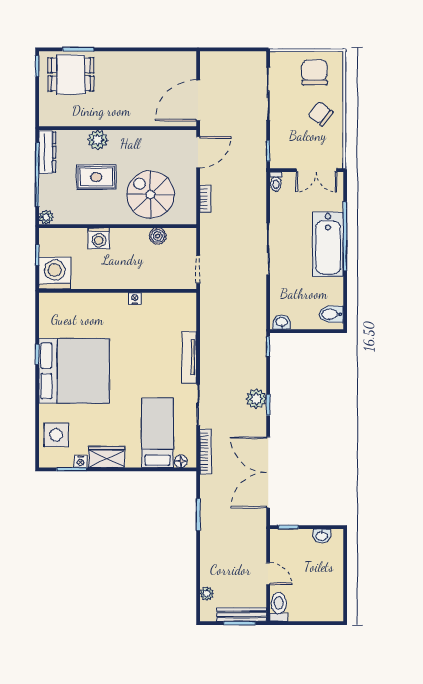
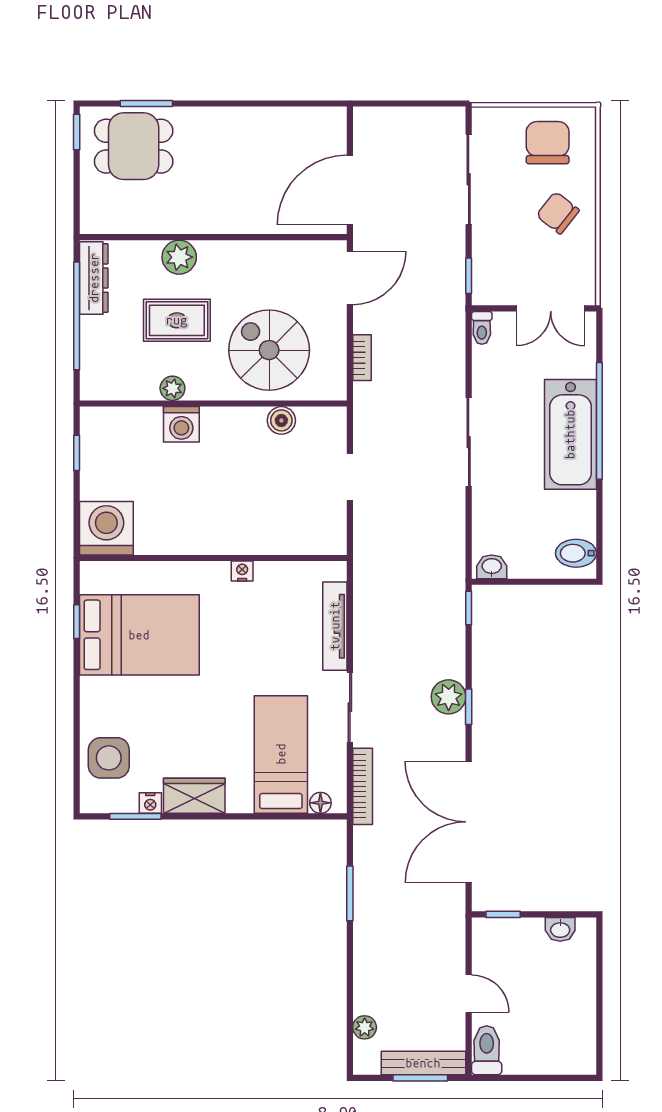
plant: (46, 217) -> (172, 388), moved
washing machine: (55, 273) -> (106, 528), moved
wall: (118, 291) -> (213, 558), moved
nightstand: (135, 298) -> (242, 571), moved
bed: (74, 371) -> (139, 635), width x0.73

